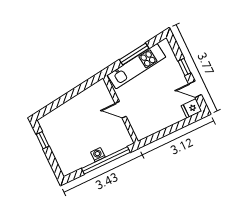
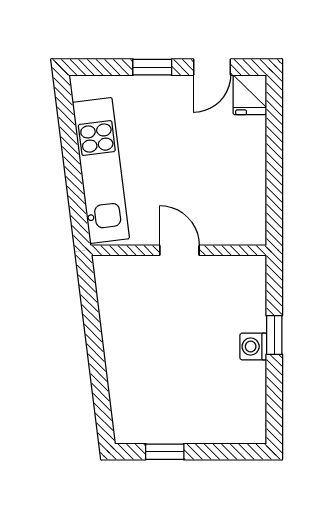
window: (134, 54) -> (72, 163), removed
door: (121, 110) -> (179, 250), swing flipped
window: (106, 160) -> (274, 335), width x0.32

